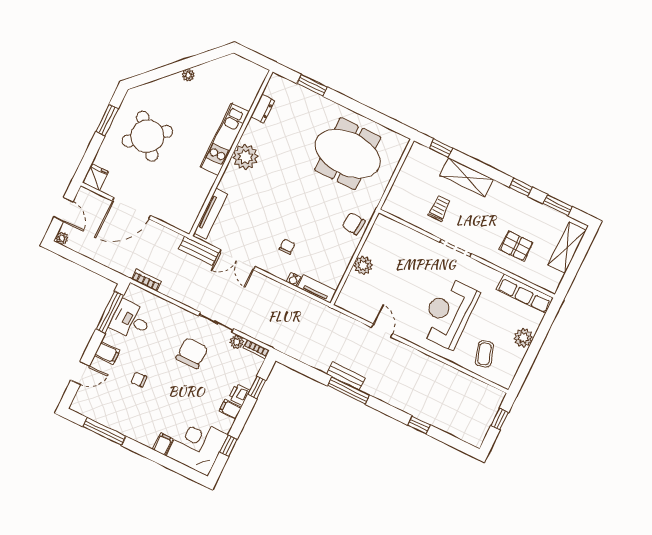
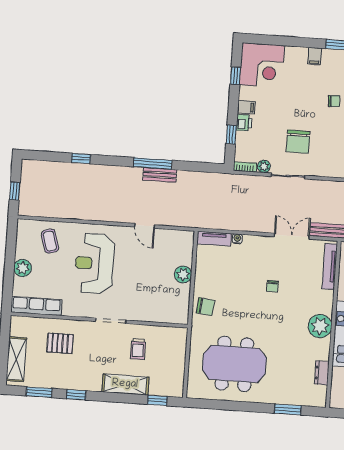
chair: (287, 247) -> (272, 286), moved
reception desk: (448, 313) -> (94, 263), turned 180
filing cabinet: (163, 444) -> (315, 56), moved

